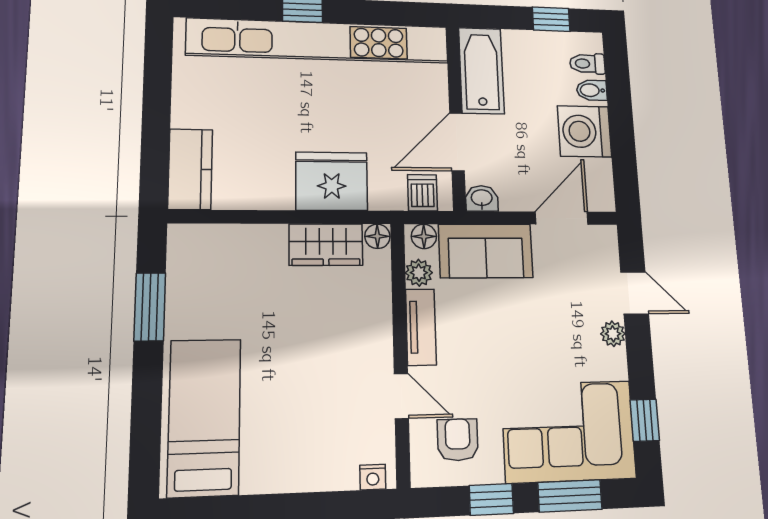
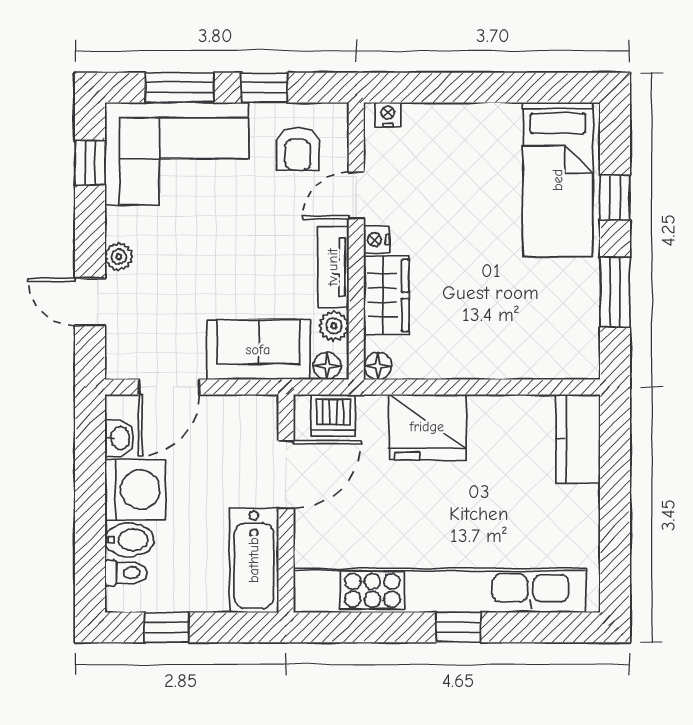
bidet: (592, 90) -> (129, 540), width x1.38, depth x1.36
dishwasher: (423, 193) -> (333, 415), width x1.38
washbasin: (482, 198) -> (119, 438), moved, turned -90
wardrobe: (326, 245) -> (386, 295), moved, turned 90
nightstand: (381, 354) -> (376, 240), added
door: (401, 396) -> (356, 195), hinge flipped
window: (147, 400) -> (615, 198), added

